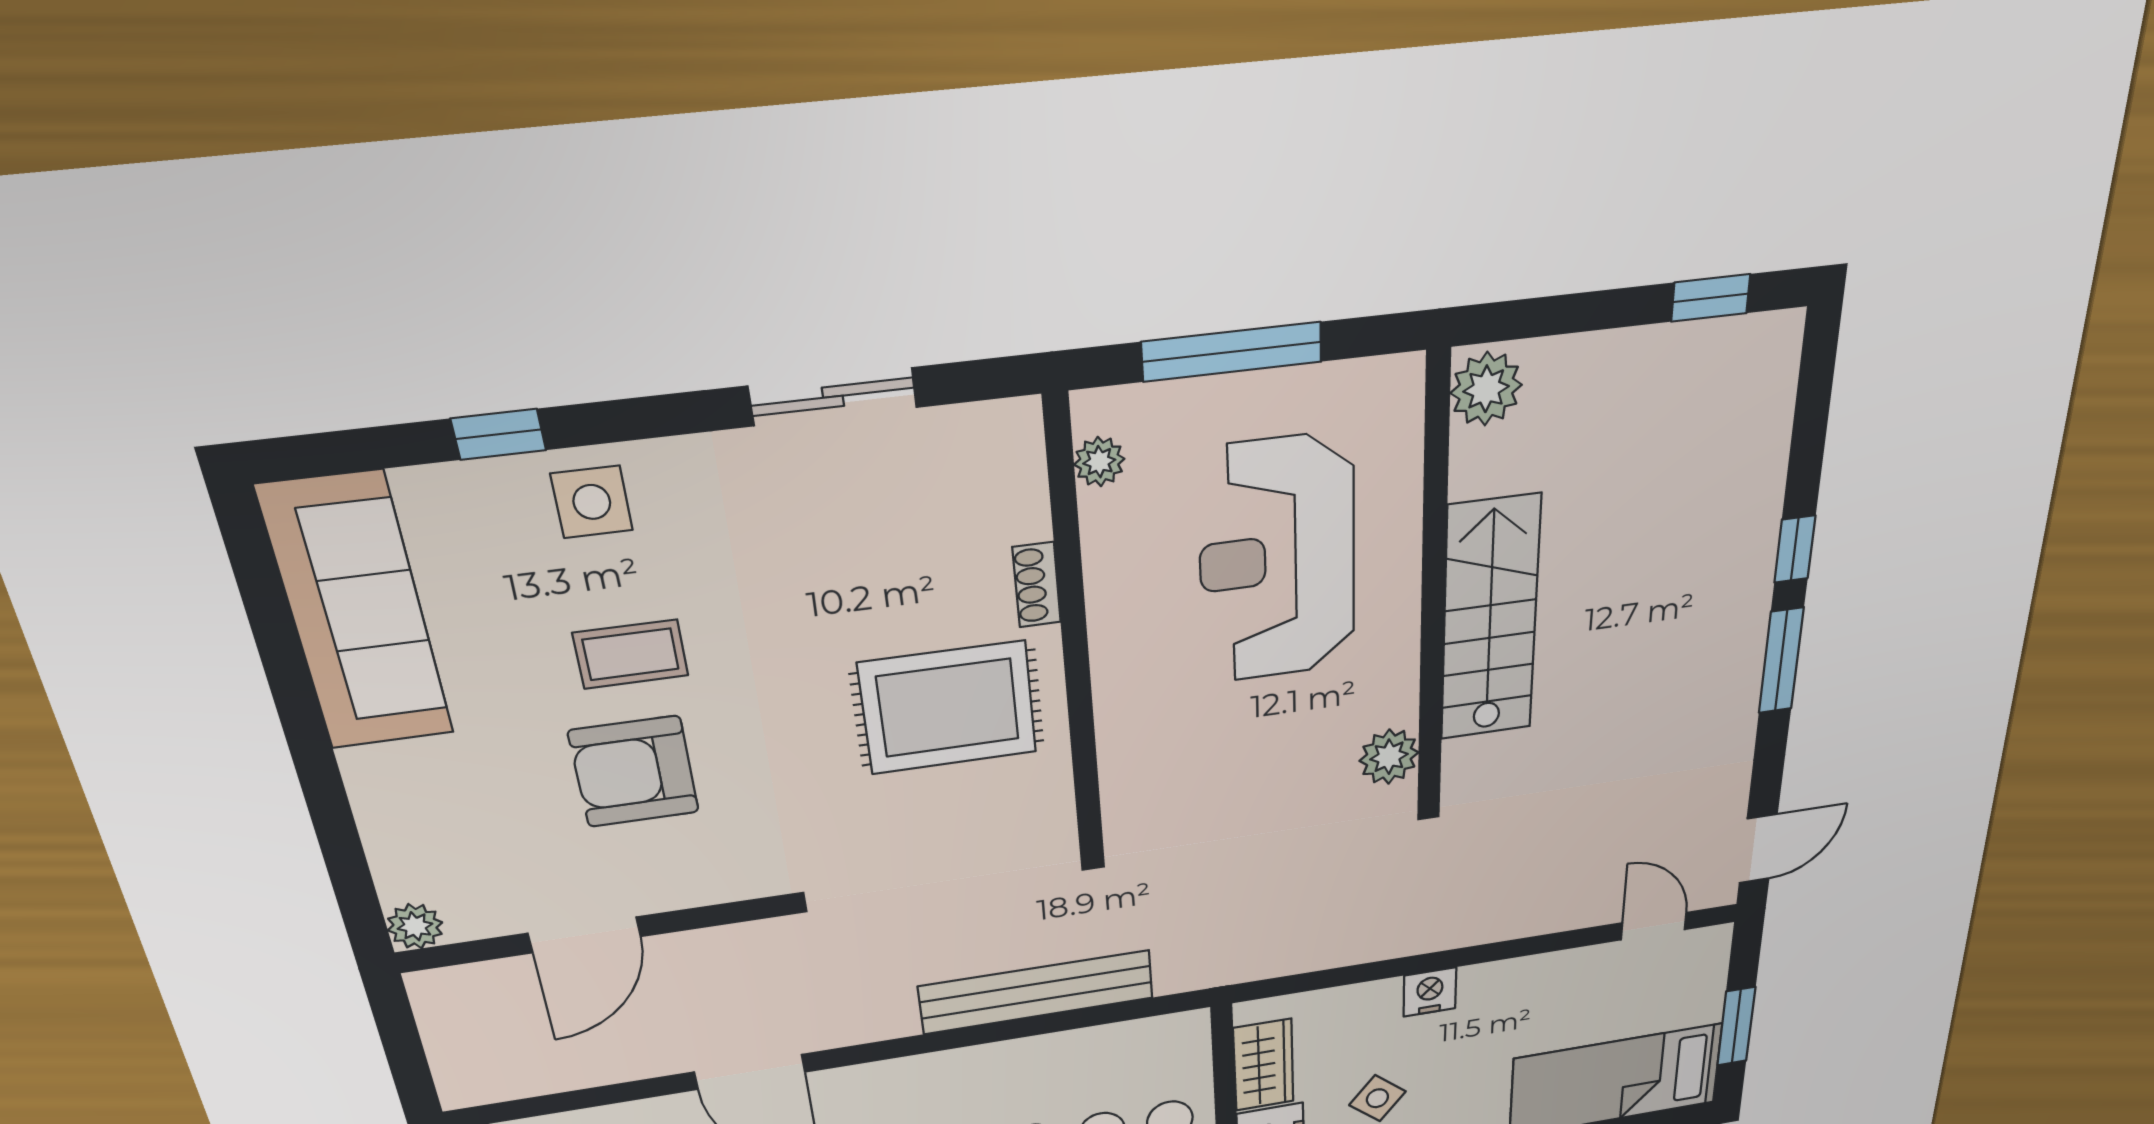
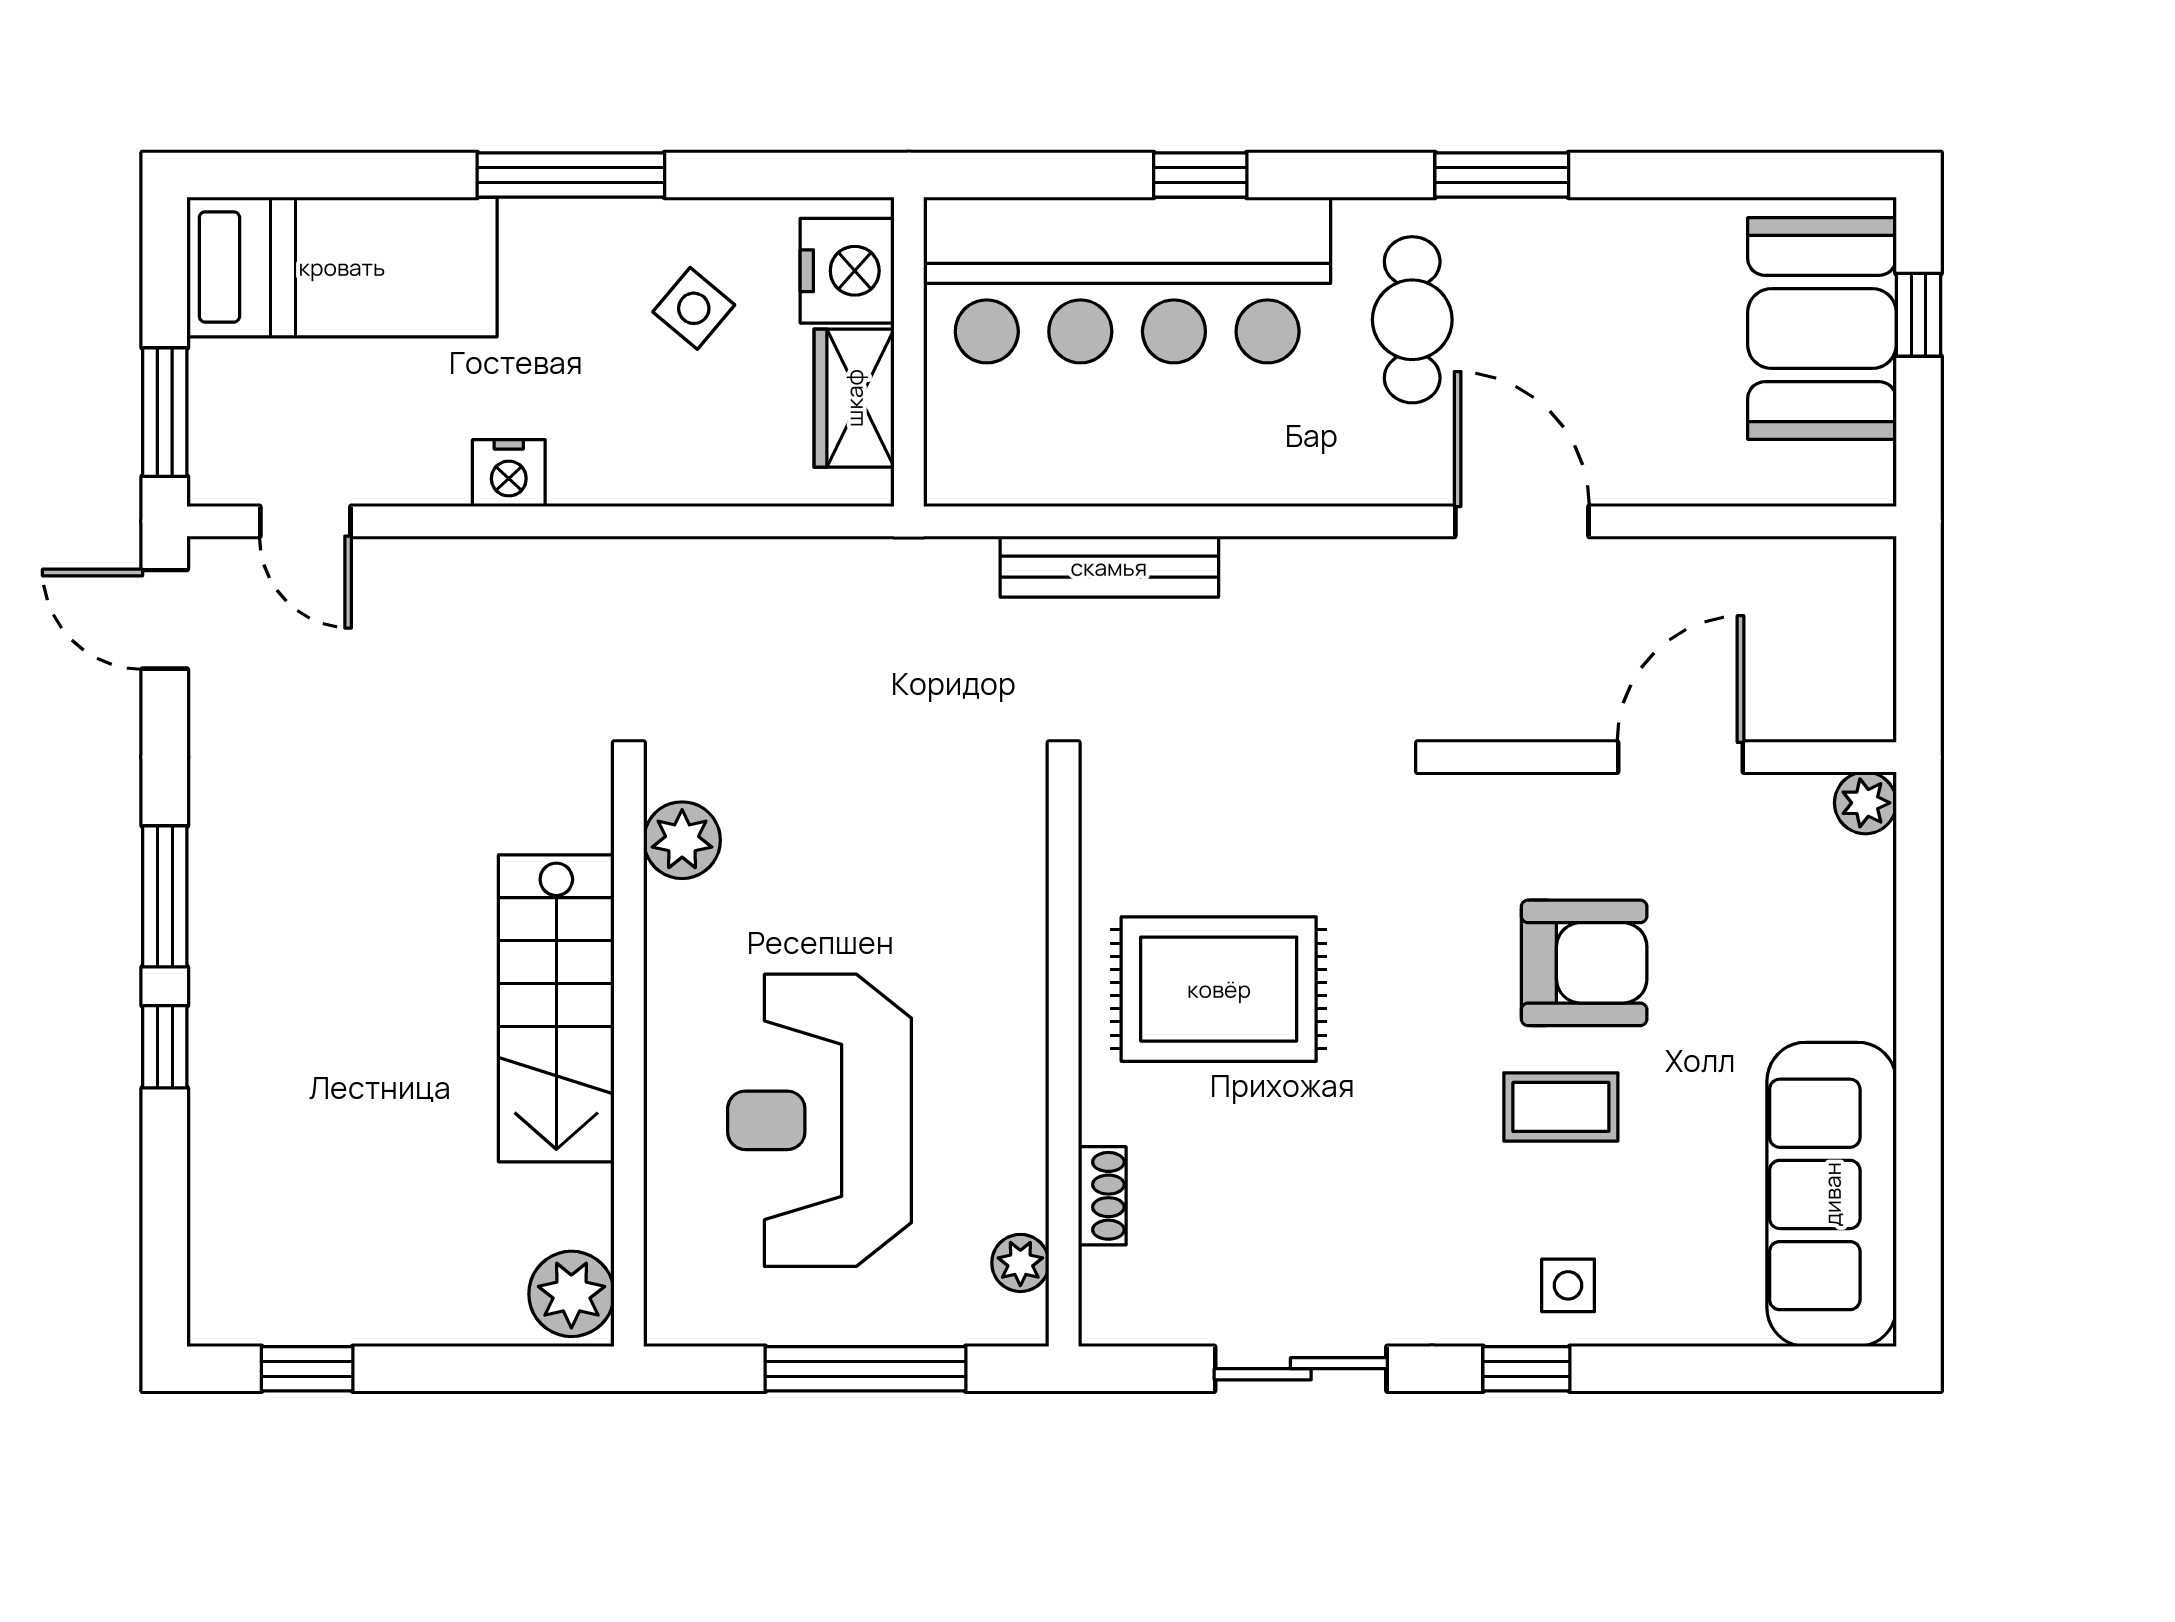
window: (499, 434) -> (1526, 1369), moved
side table: (592, 502) -> (1568, 1285), width x0.73, depth x0.73
reception desk: (1277, 560) -> (820, 1120), turned 180
shoe rack: (1037, 585) -> (1102, 1196), moved
door: (1758, 849) -> (165, 619), hinge flipped
bench: (1037, 992) -> (1109, 567), width x0.73, depth x0.82
nightstand: (1430, 992) -> (509, 473), moved
window: (1736, 1026) -> (165, 412), moved

